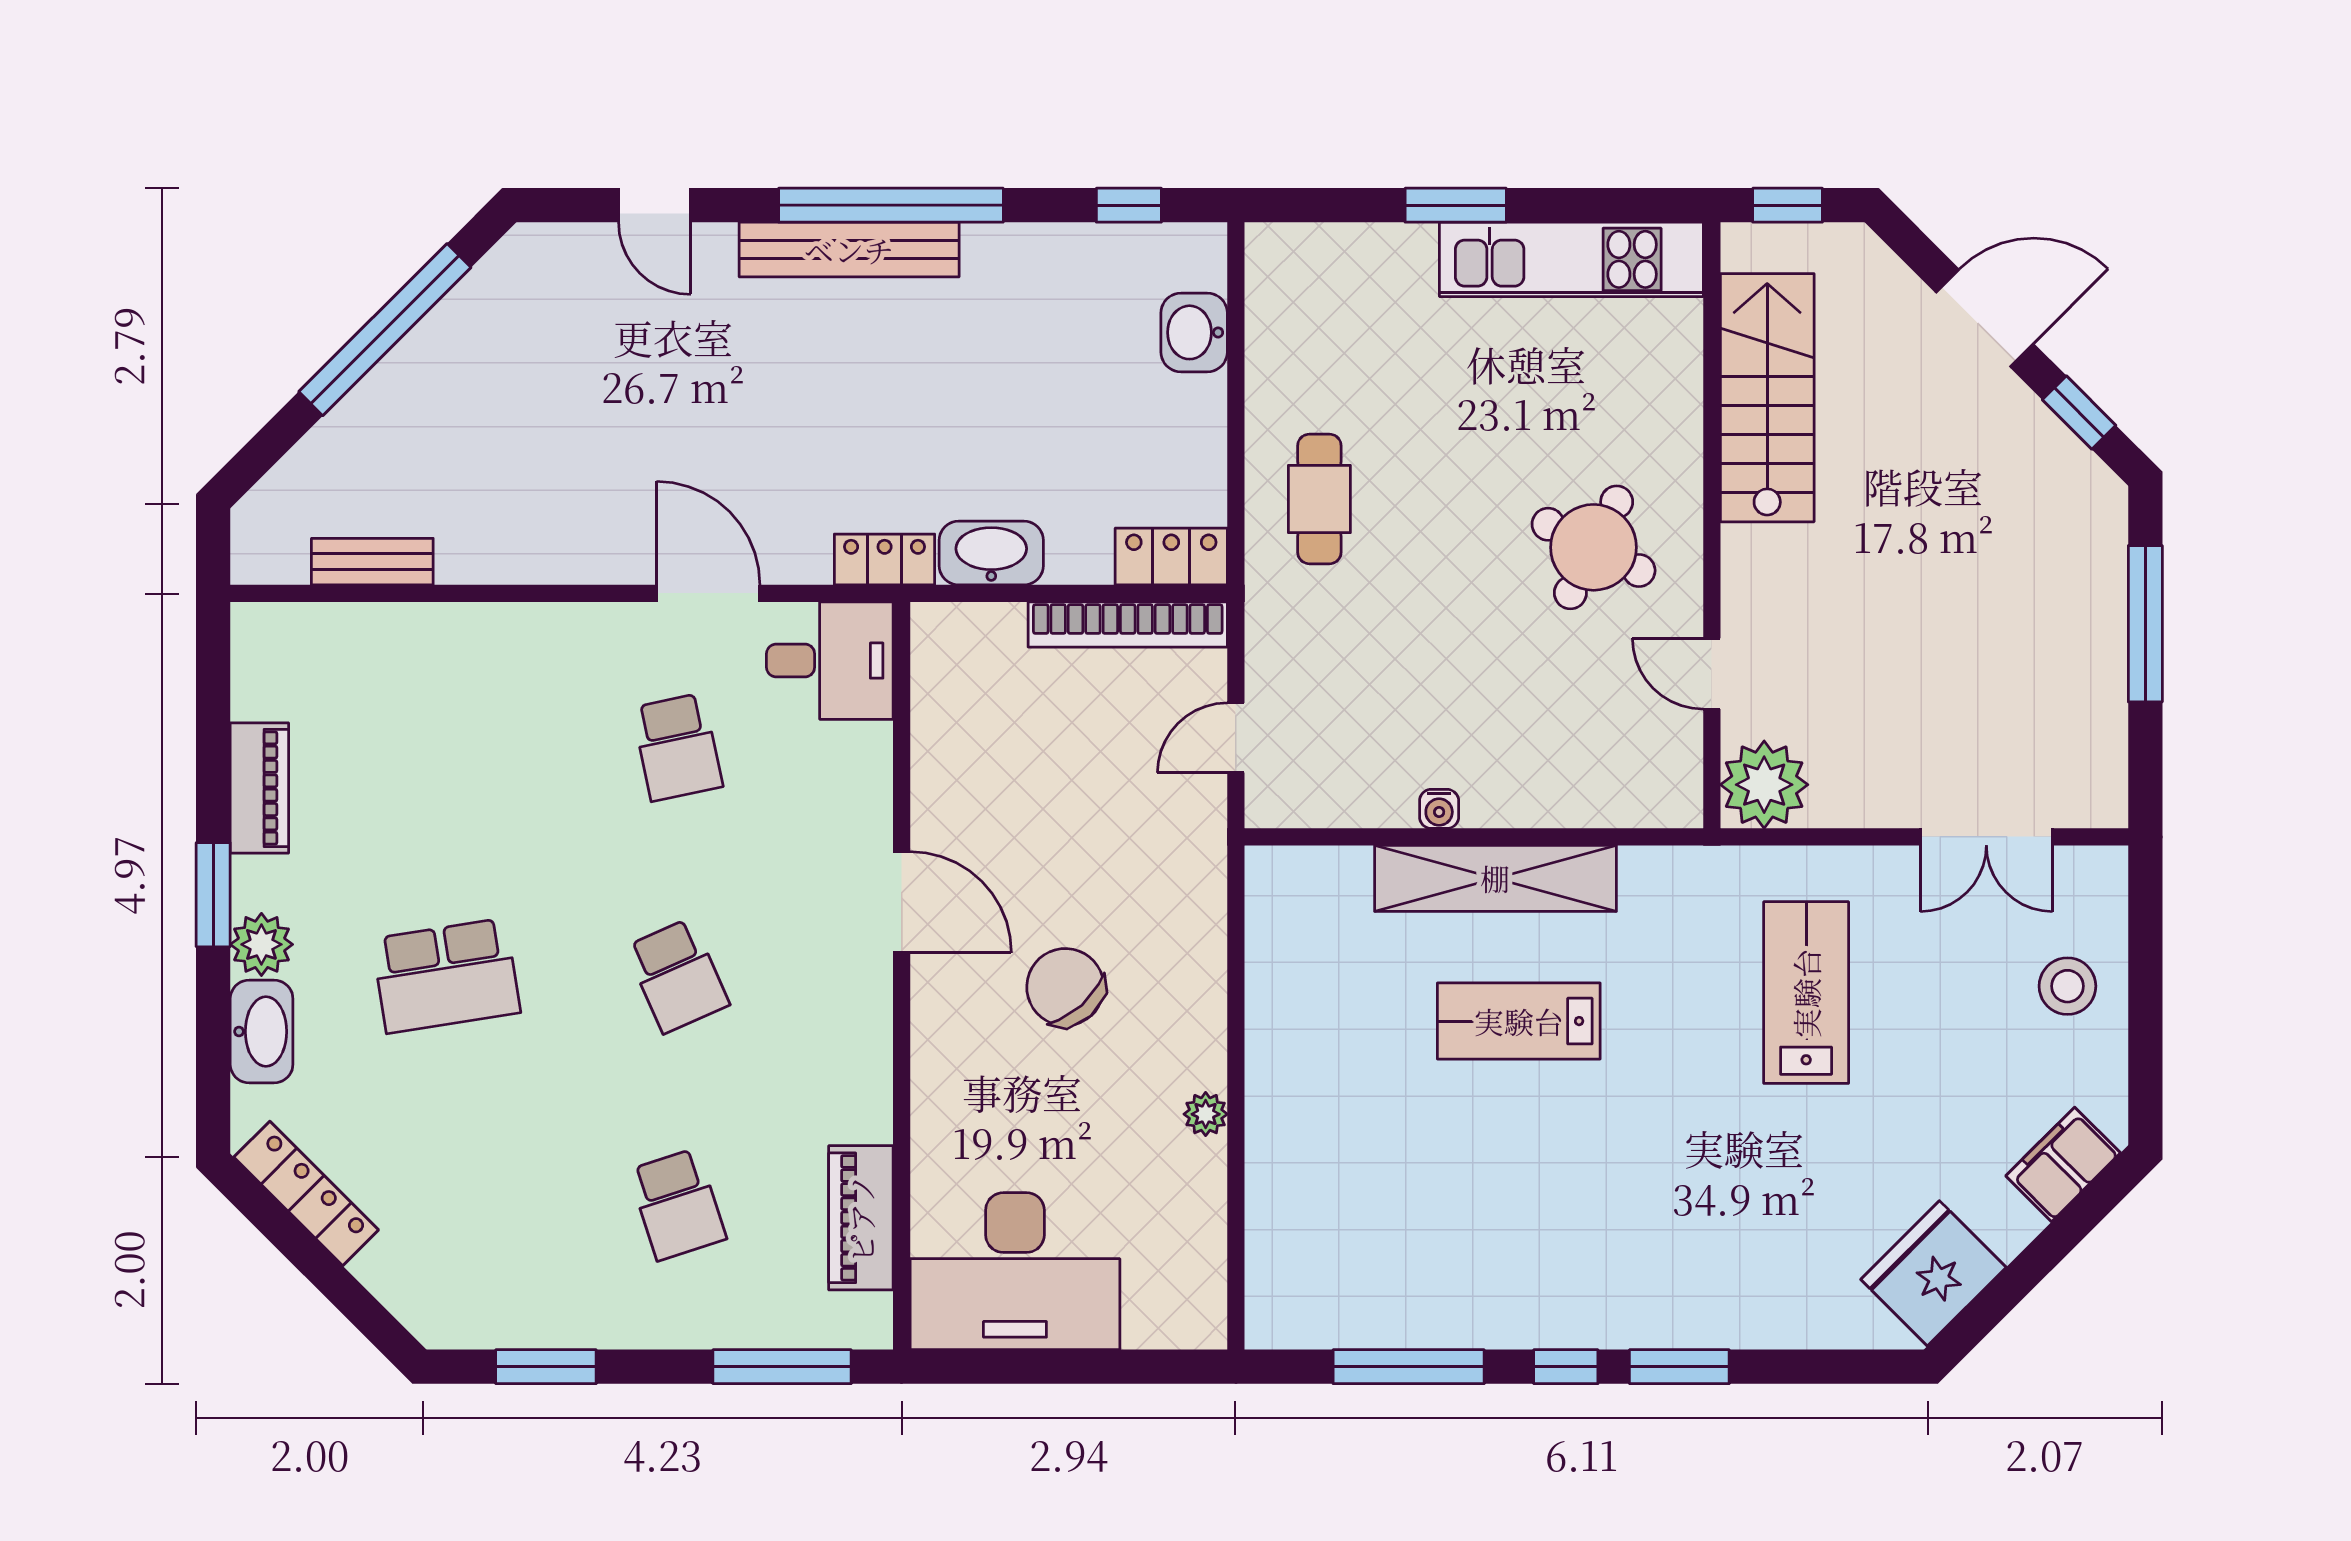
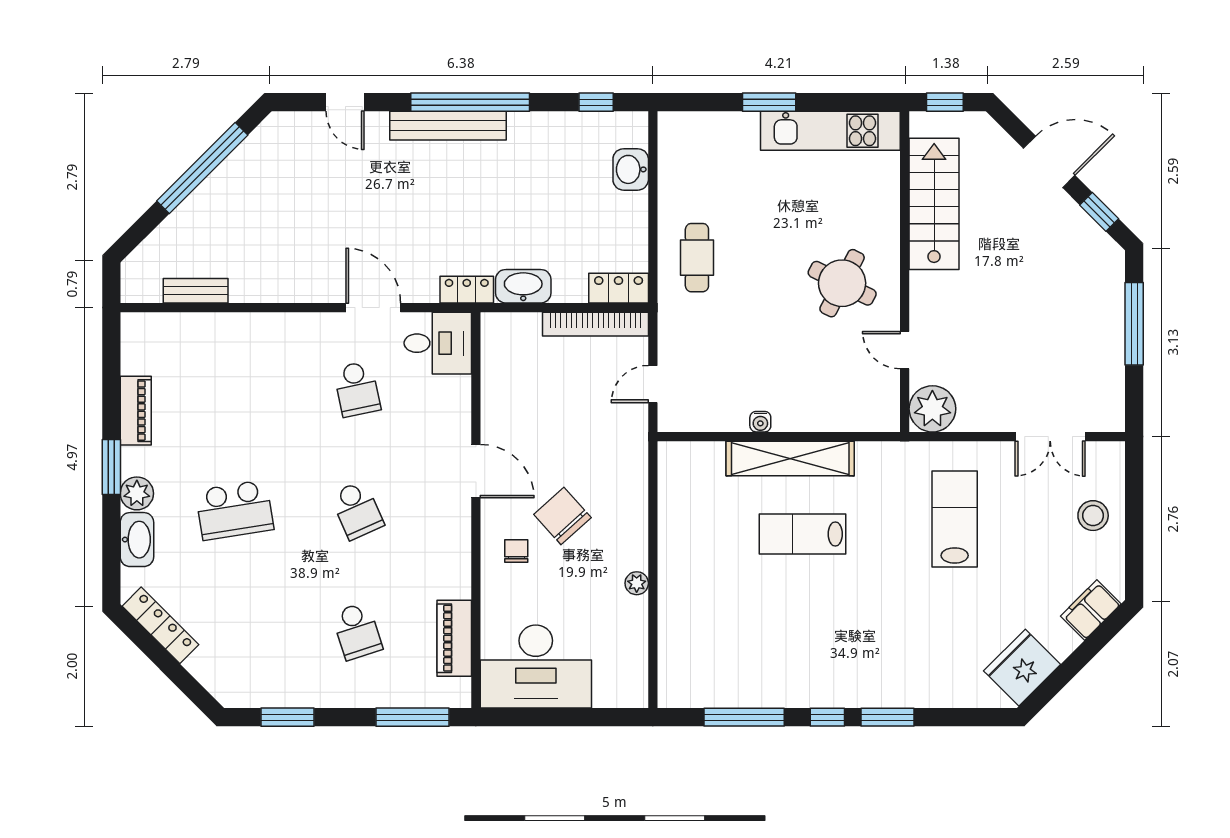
chair: (978, 1053) -> (516, 551), added

